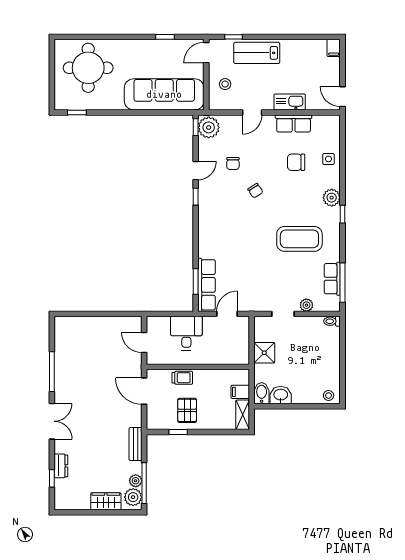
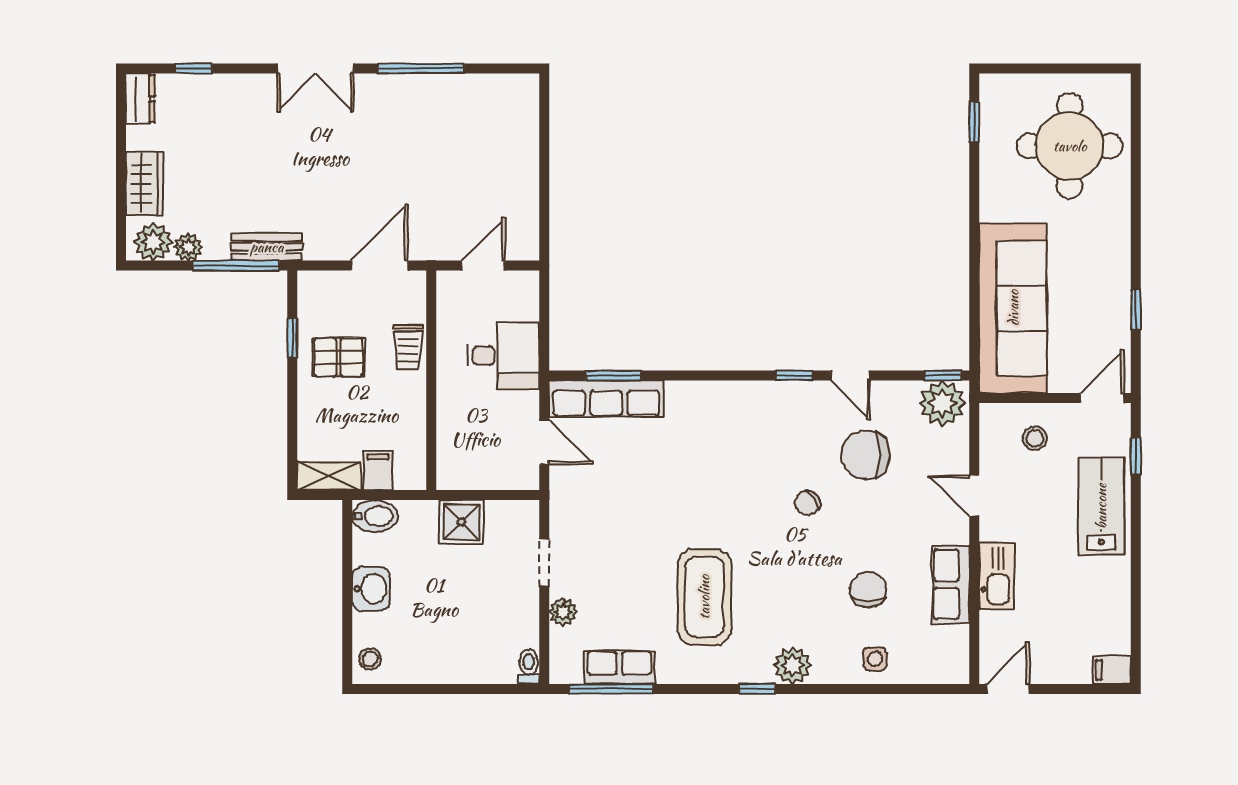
door: (206, 53) -> (1102, 398), hinge flipped
chair: (233, 163) -> (865, 455), width x1.87, depth x1.87
washbasin: (281, 395) -> (371, 589), moved
dresser: (61, 466) -> (140, 99), moved, turned -90
window: (144, 483) -> (236, 266), moved

